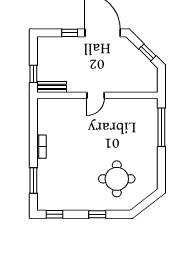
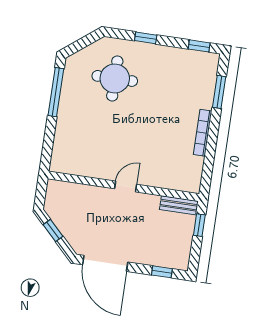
window: (70, 33) -> (162, 272), moved
window: (161, 127) -> (56, 92), moved
bookcase: (42, 147) -> (203, 133), width x1.56

